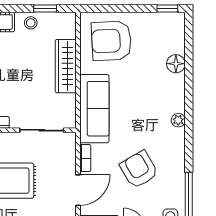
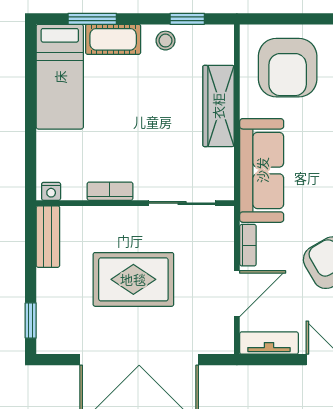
armchair: (111, 41) -> (288, 68), turned -87

